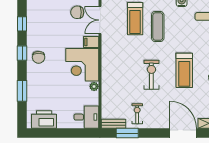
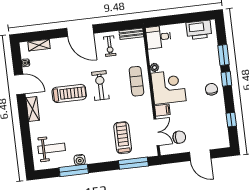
exercise mat: (158, 27) -> (136, 81), moved
window: (22, 53) -> (226, 79), moved
treadmill: (184, 70) -> (69, 93), turned 90
exercise bike: (151, 75) -> (100, 85), turned 180
window: (127, 133) -> (117, 26), removed
door: (183, 133) -> (80, 31), moved

